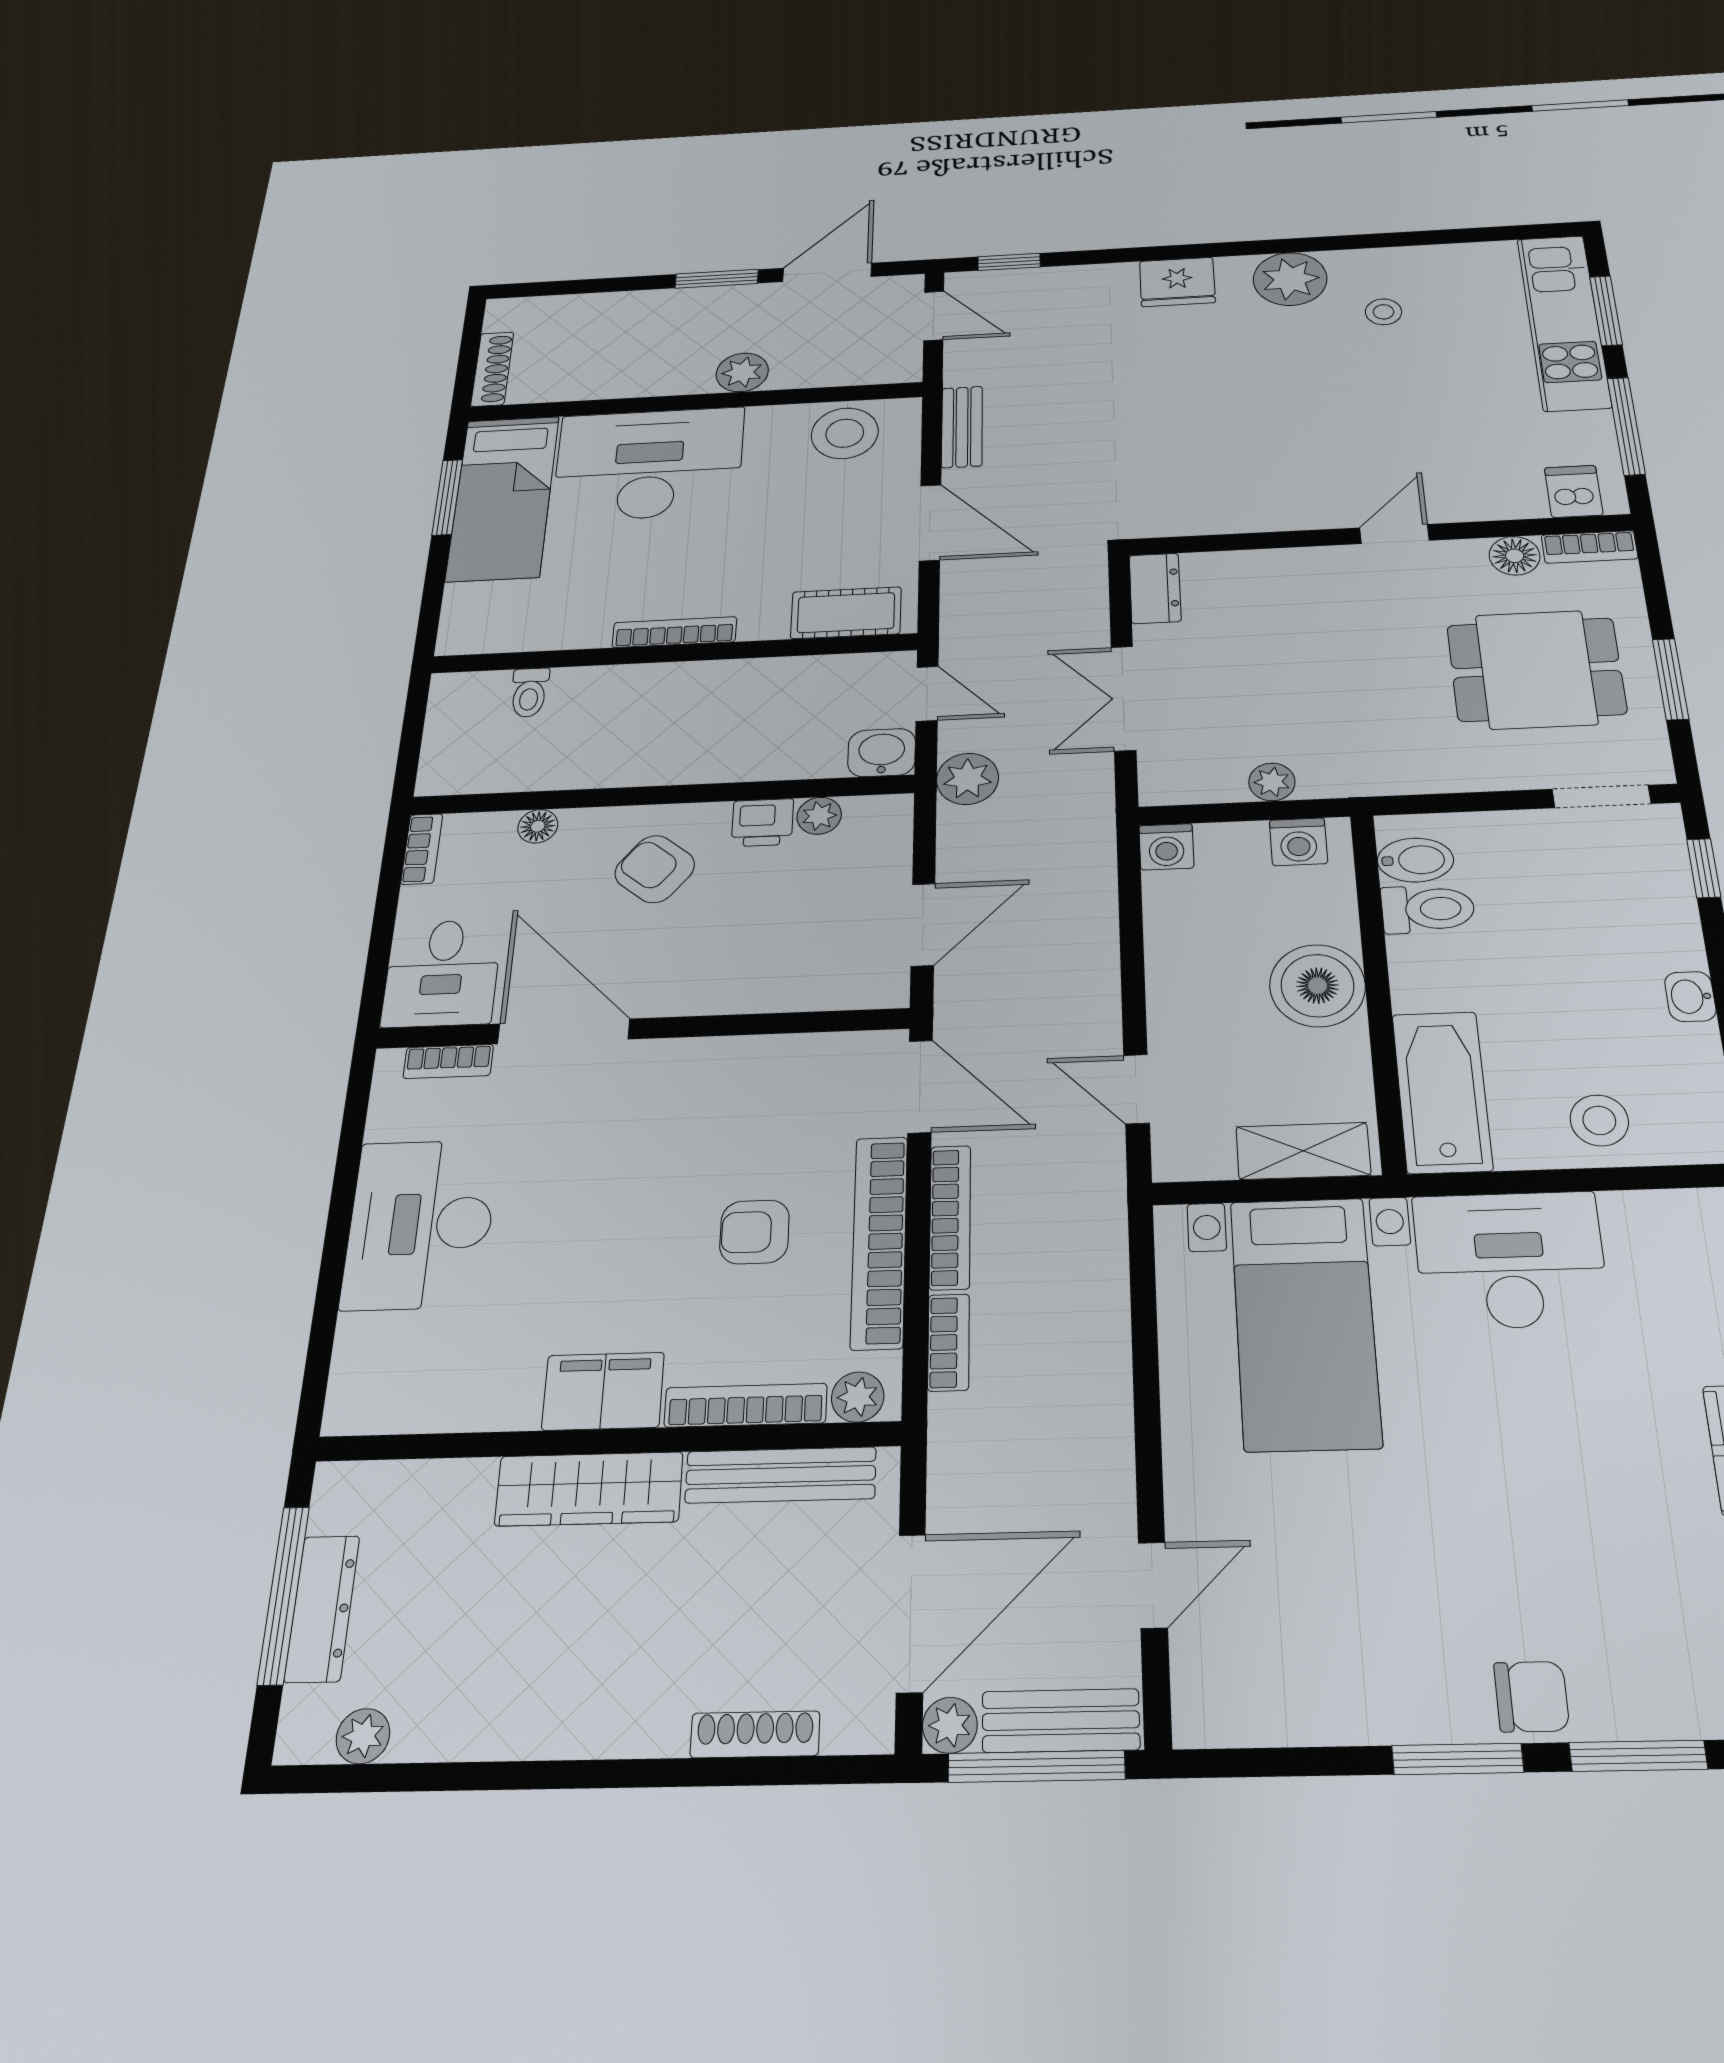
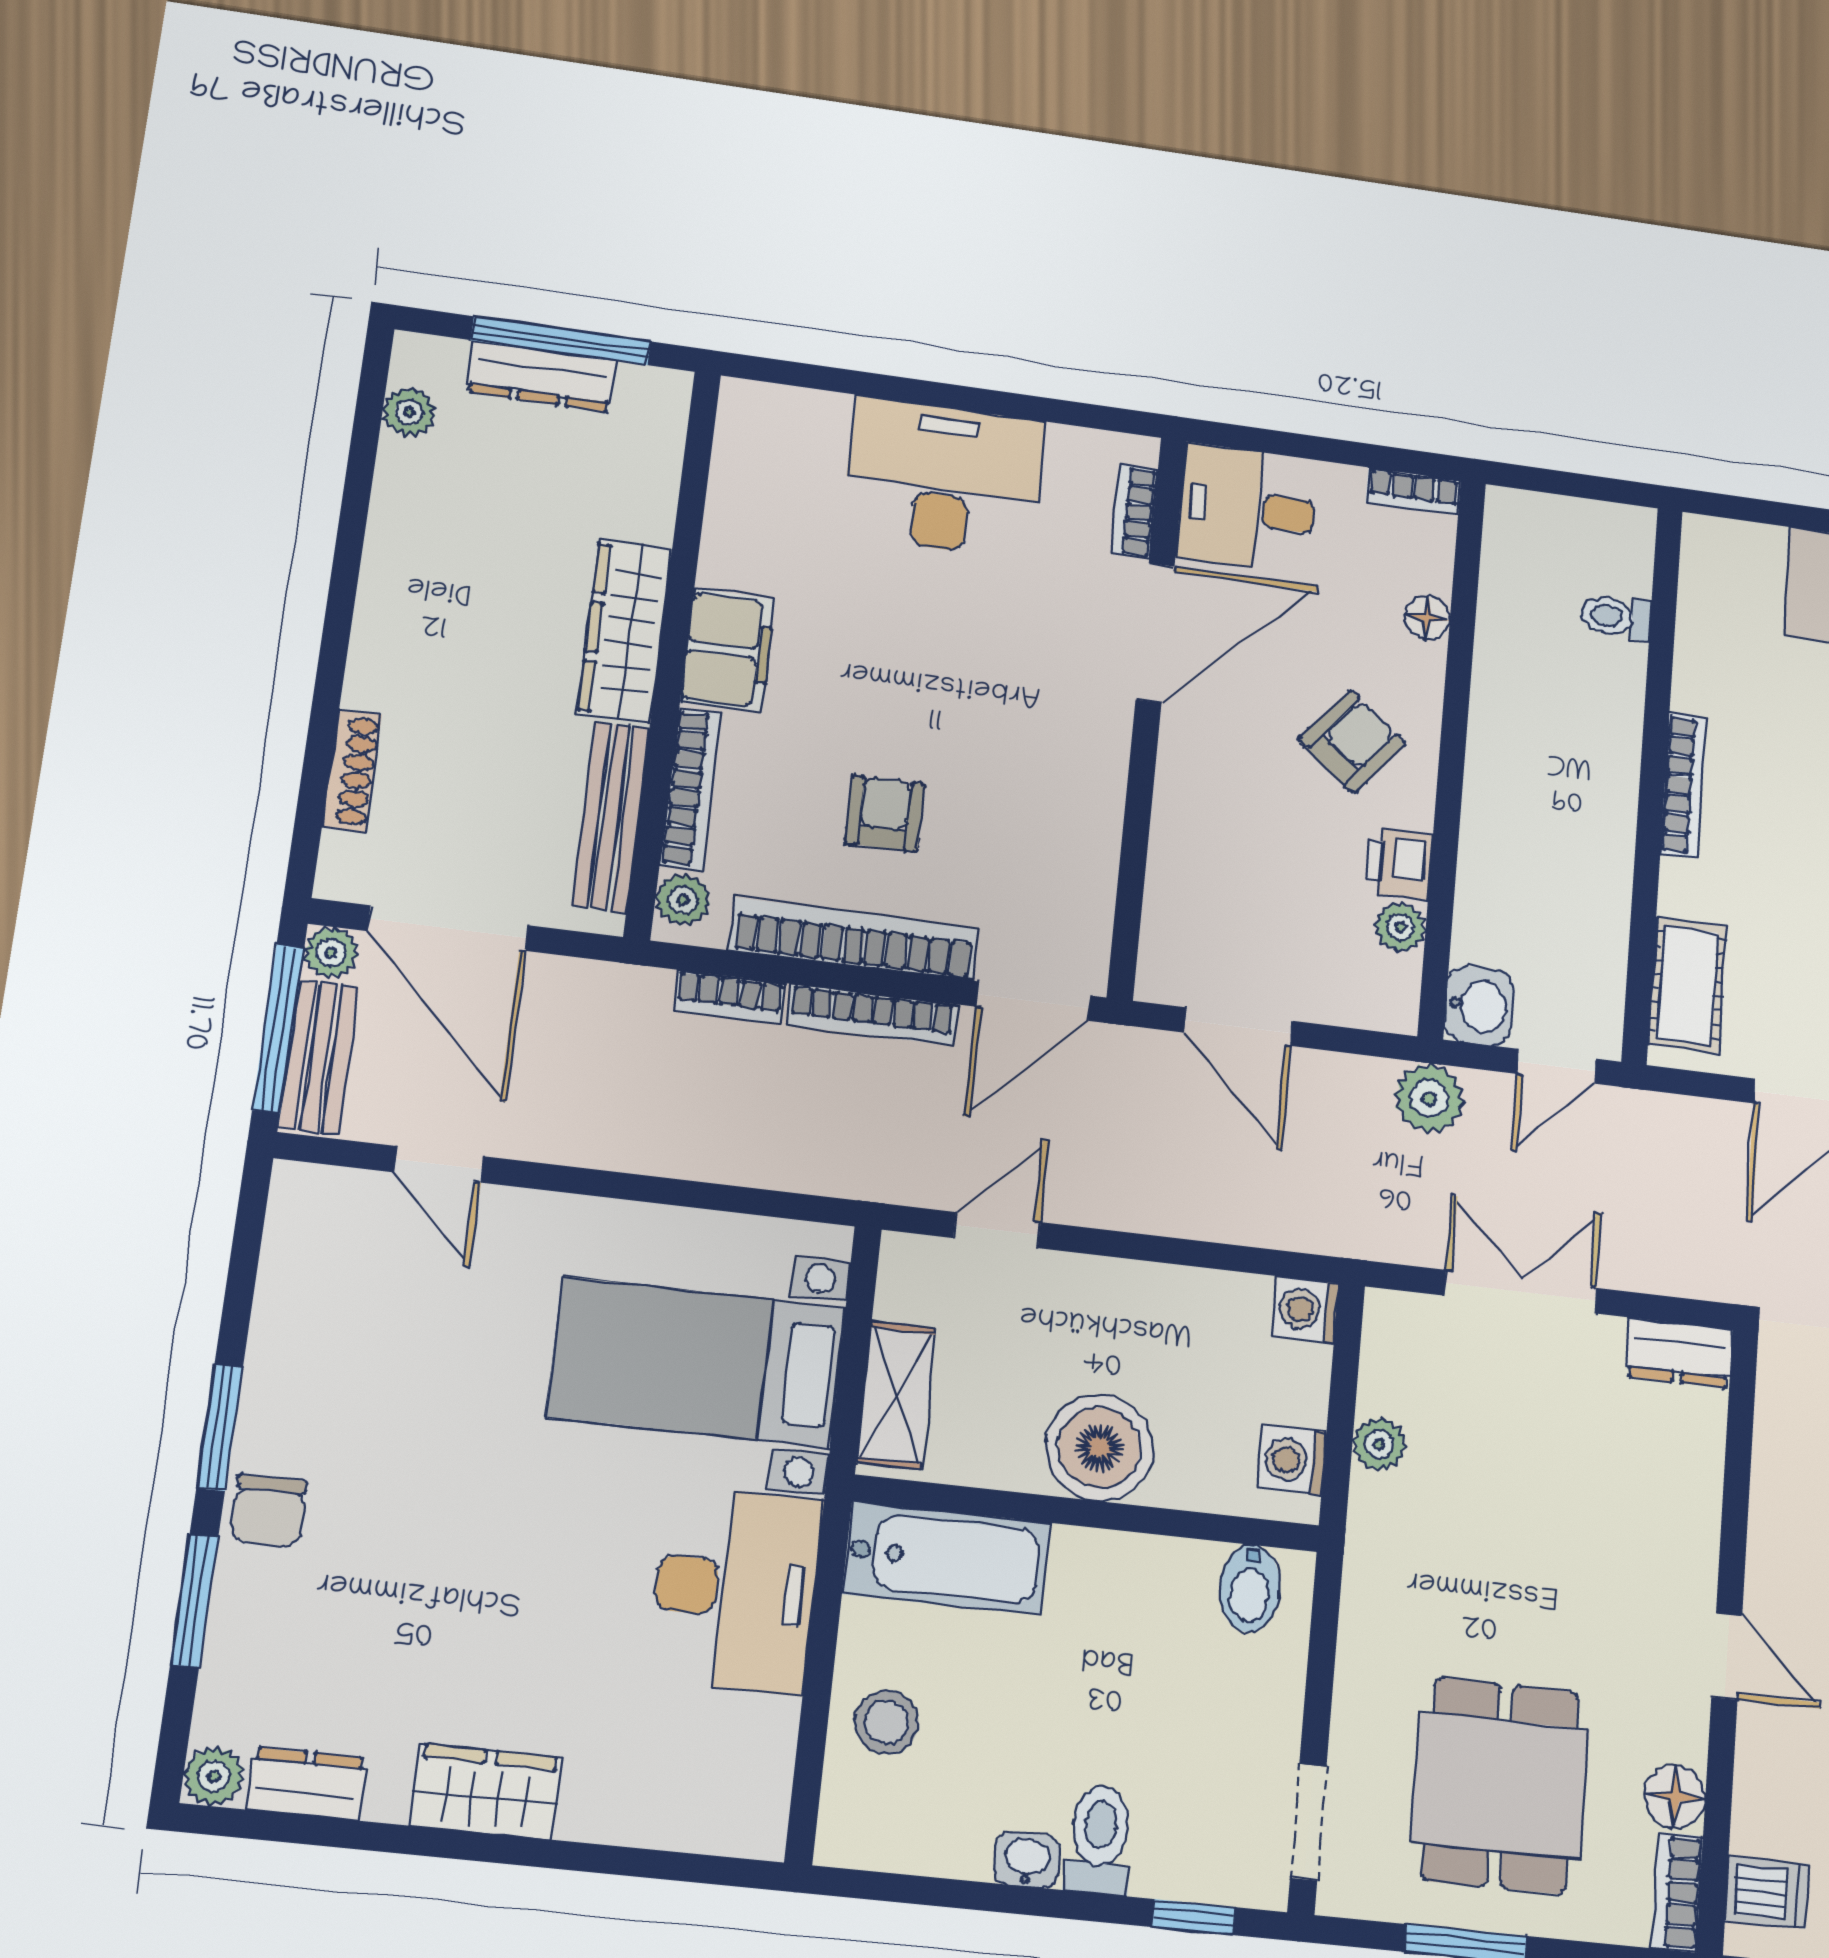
toilet: (1428, 909) -> (1100, 1840), moved, turned 180

